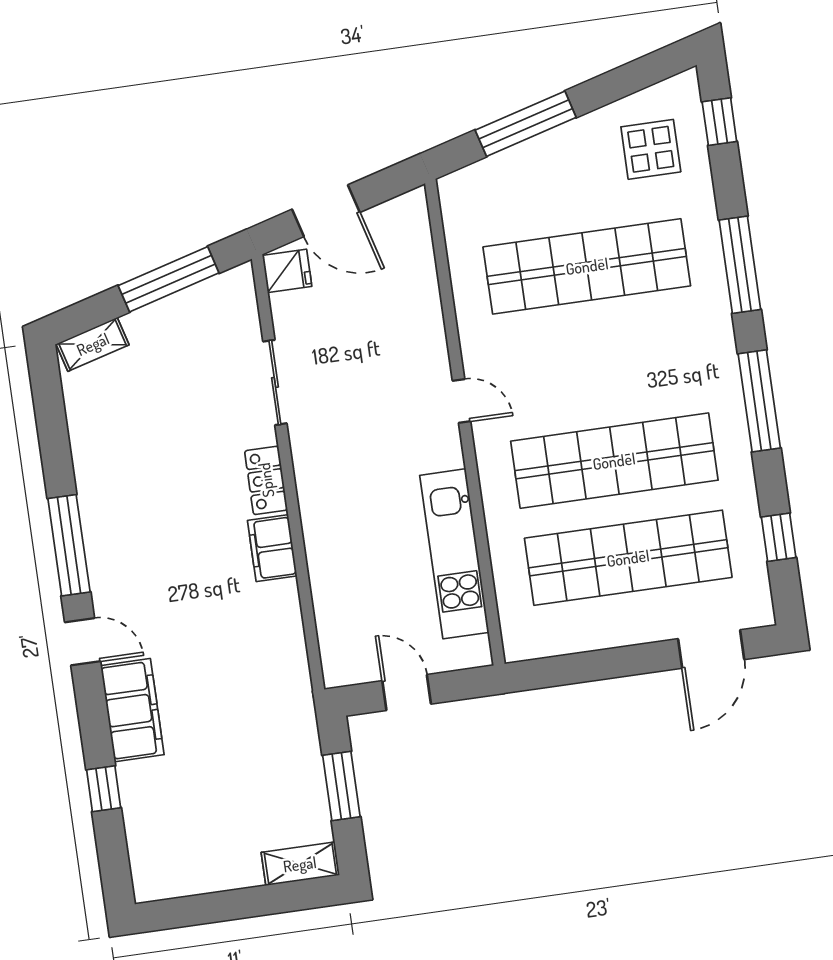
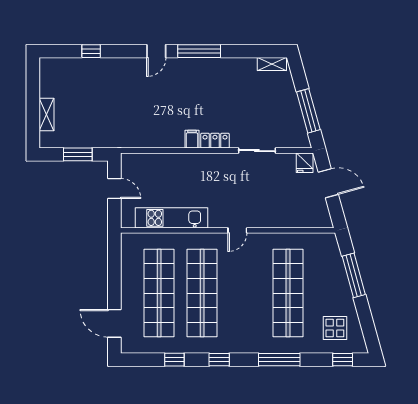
door: (326, 211) -> (328, 183), swing flipped
shelving: (93, 344) -> (272, 64), moved, turned -75
window: (759, 401) -> (219, 360), width x0.46
window: (779, 537) -> (174, 360), moved
filing cabinet: (272, 548) -> (192, 139), width x0.50
door: (407, 692) -> (114, 189), hinge flipped
filing cabinet: (132, 710) -> (124, 68), removed
shelving: (300, 864) -> (46, 115), moved

